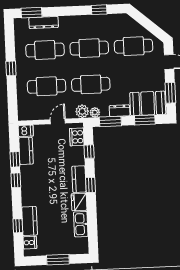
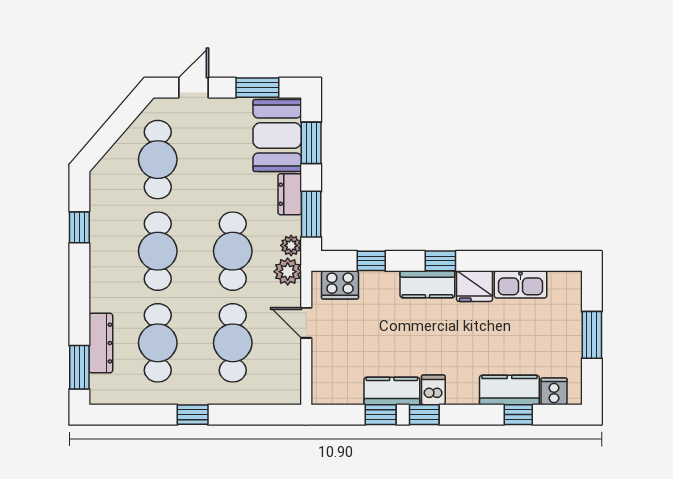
dishwasher: (26, 131) -> (433, 390), moved
kitchen counter: (26, 151) -> (392, 391), moved

